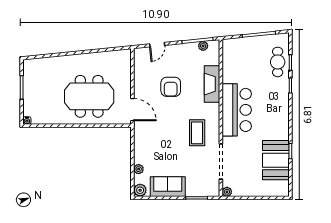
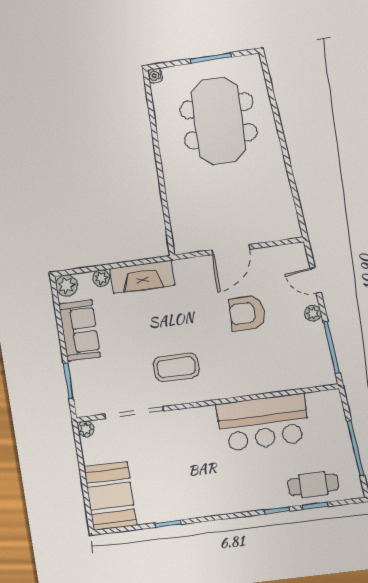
plant: (203, 46) -> (313, 313), moved
fireplace: (212, 84) -> (142, 277), moved, turned 180
meeting table: (89, 96) -> (219, 121), moved
door: (132, 110) -> (231, 250), moved
bar counter: (237, 110) -> (263, 423), moved
booth: (276, 160) -> (110, 496), moved, turned 90

